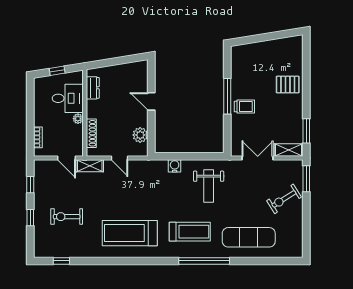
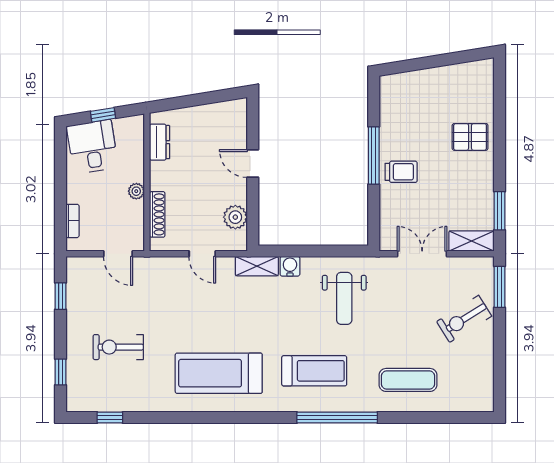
desk: (68, 98) -> (92, 147), moved, turned -99
shelving: (90, 166) -> (257, 266), moved
window: (30, 218) -> (60, 372), moved
exercise mat: (249, 237) -> (408, 380), width x0.73, depth x0.69

